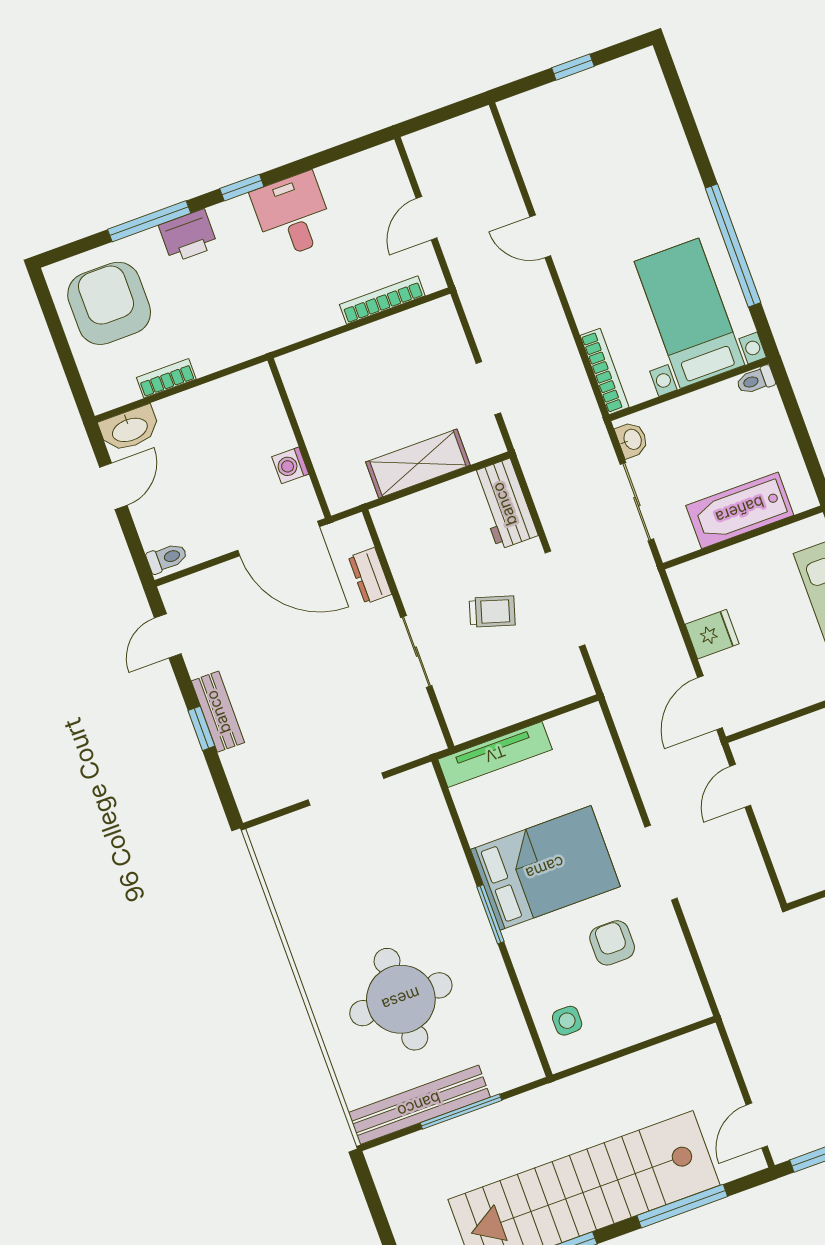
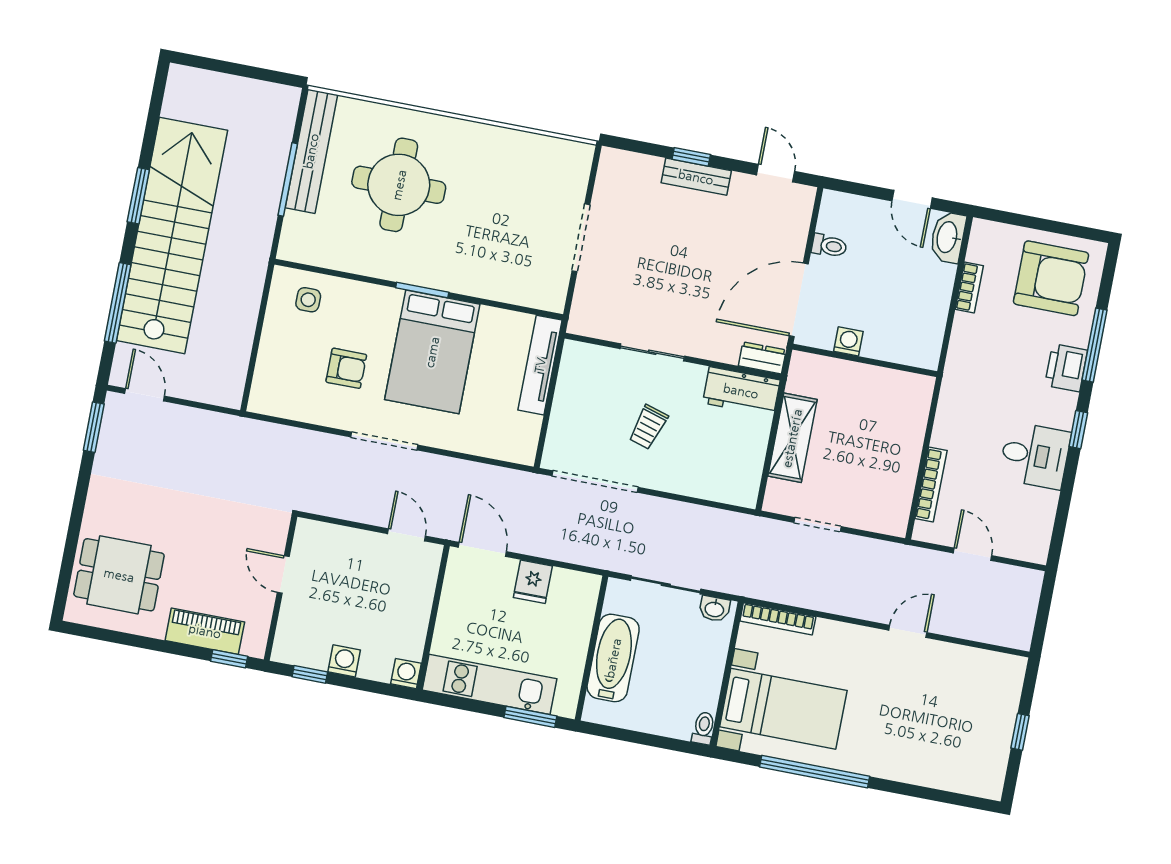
workbench: (504, 504) -> (741, 391), moved, turned 180
toilet: (167, 558) -> (829, 246), moved, turned -90
dresser: (370, 576) -> (762, 358), moved
doorway: (565, 599) -> (595, 482), moved

